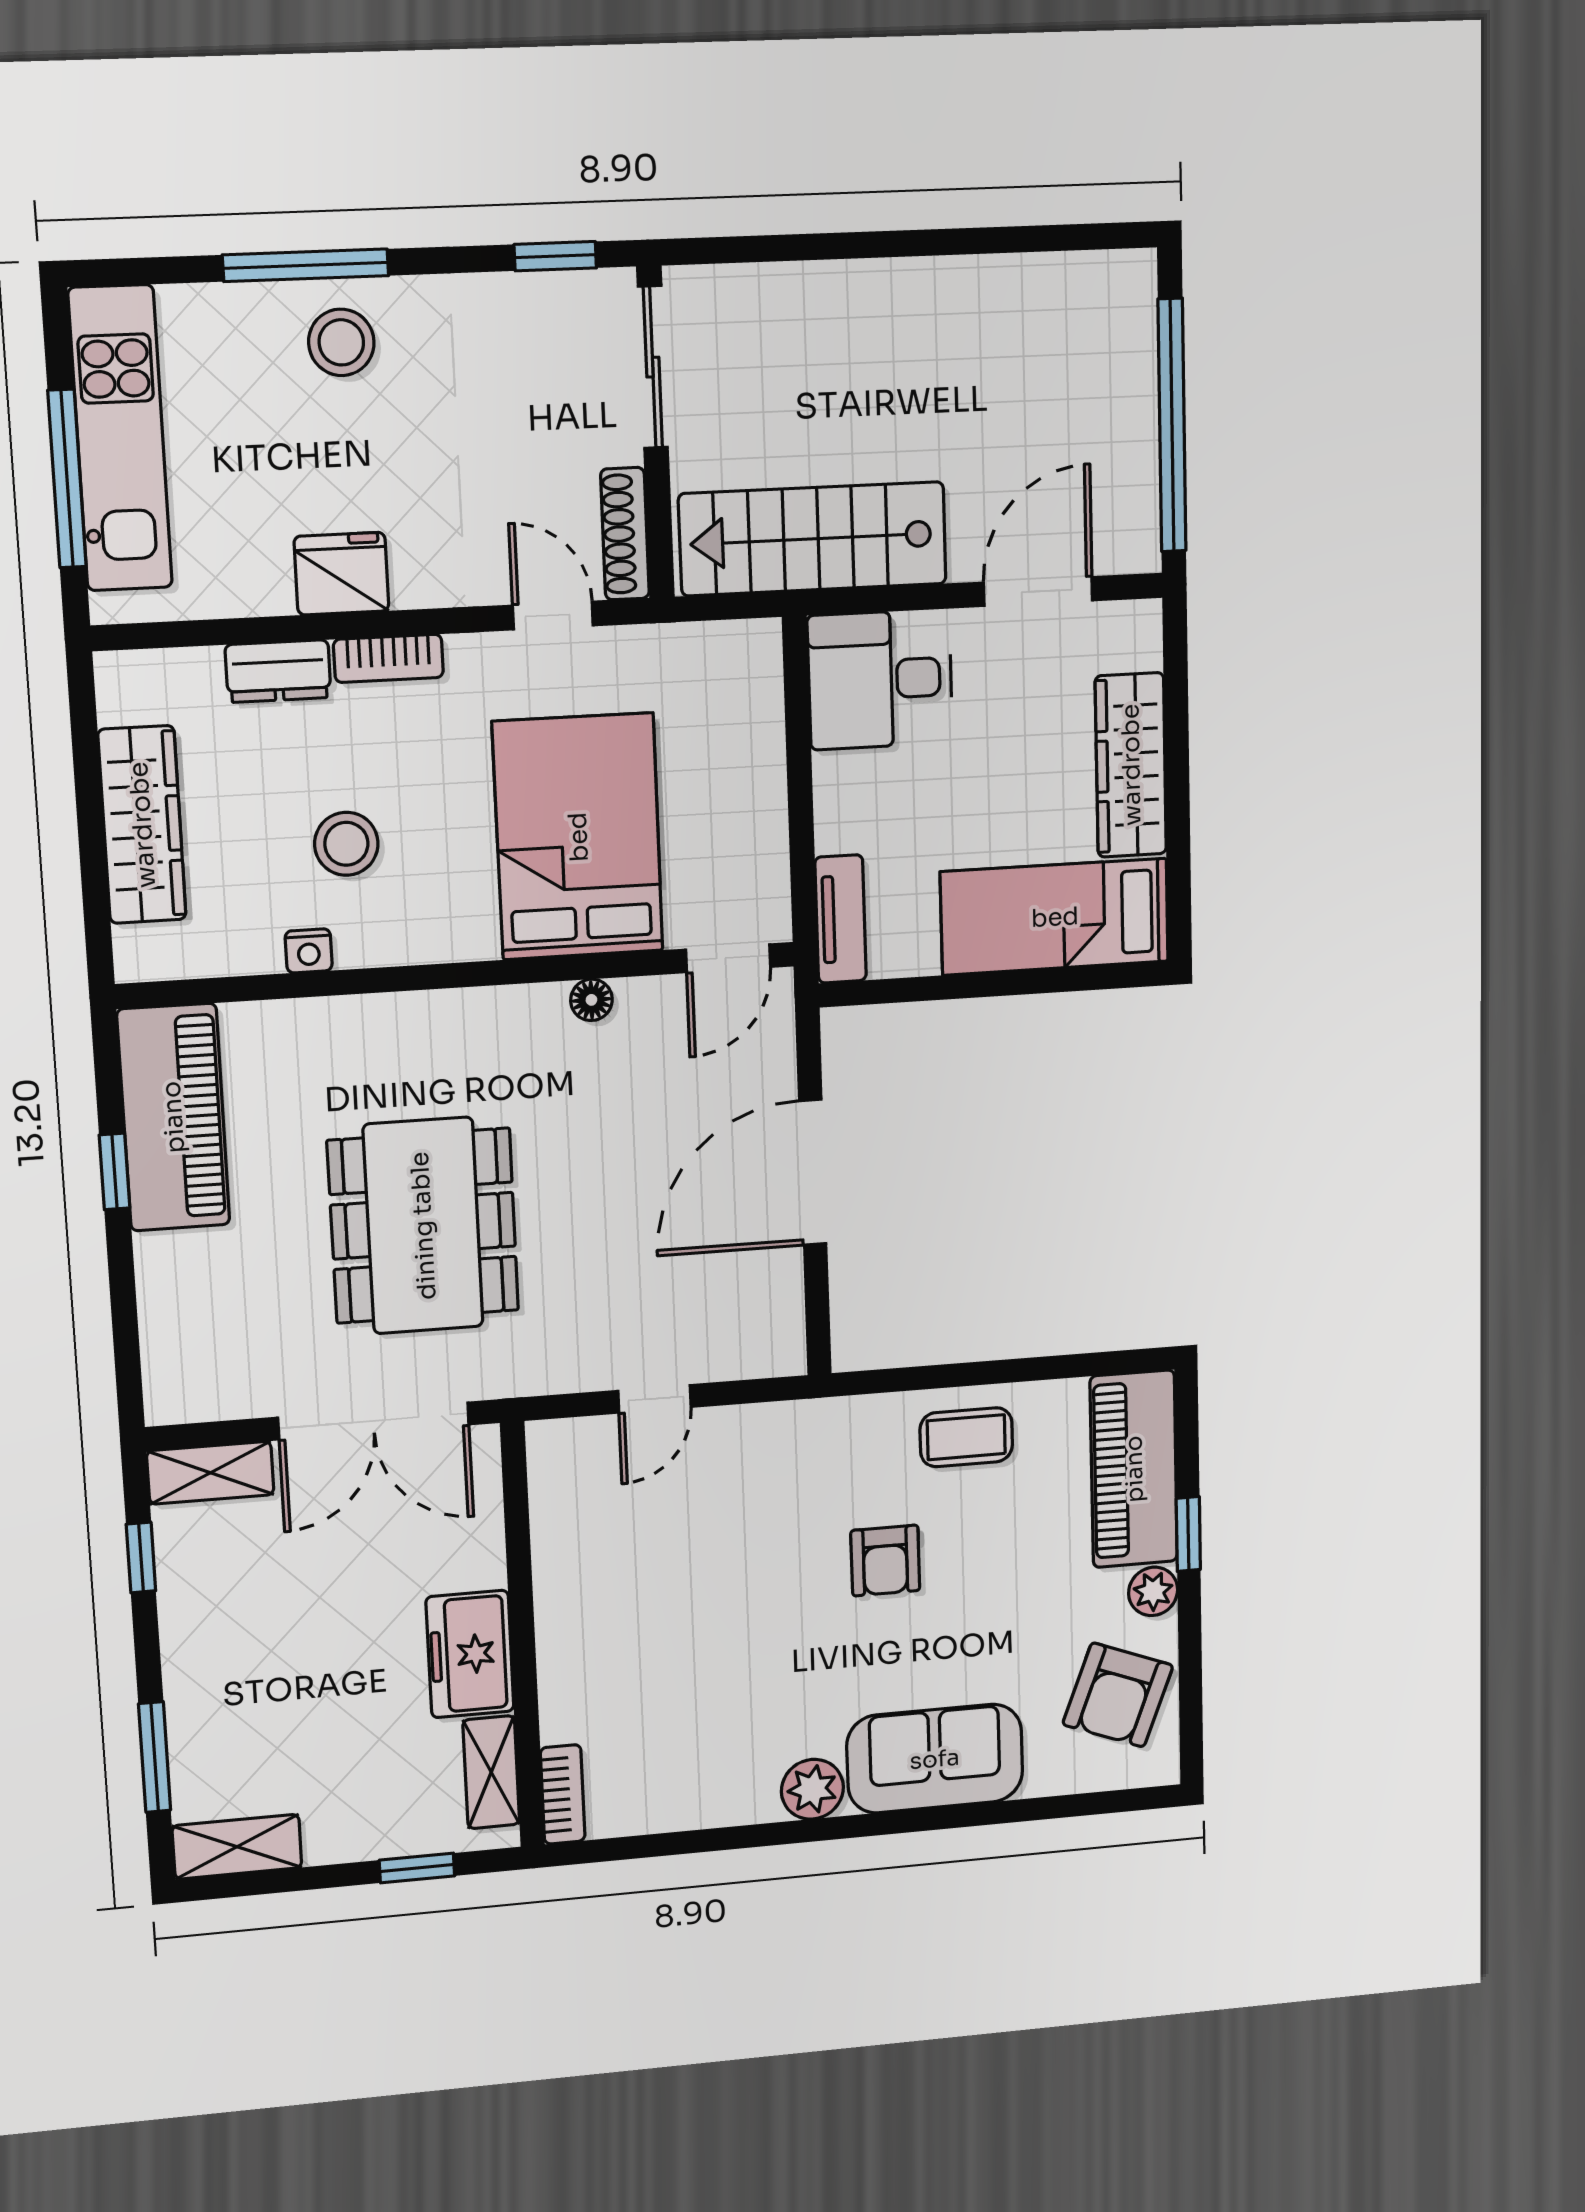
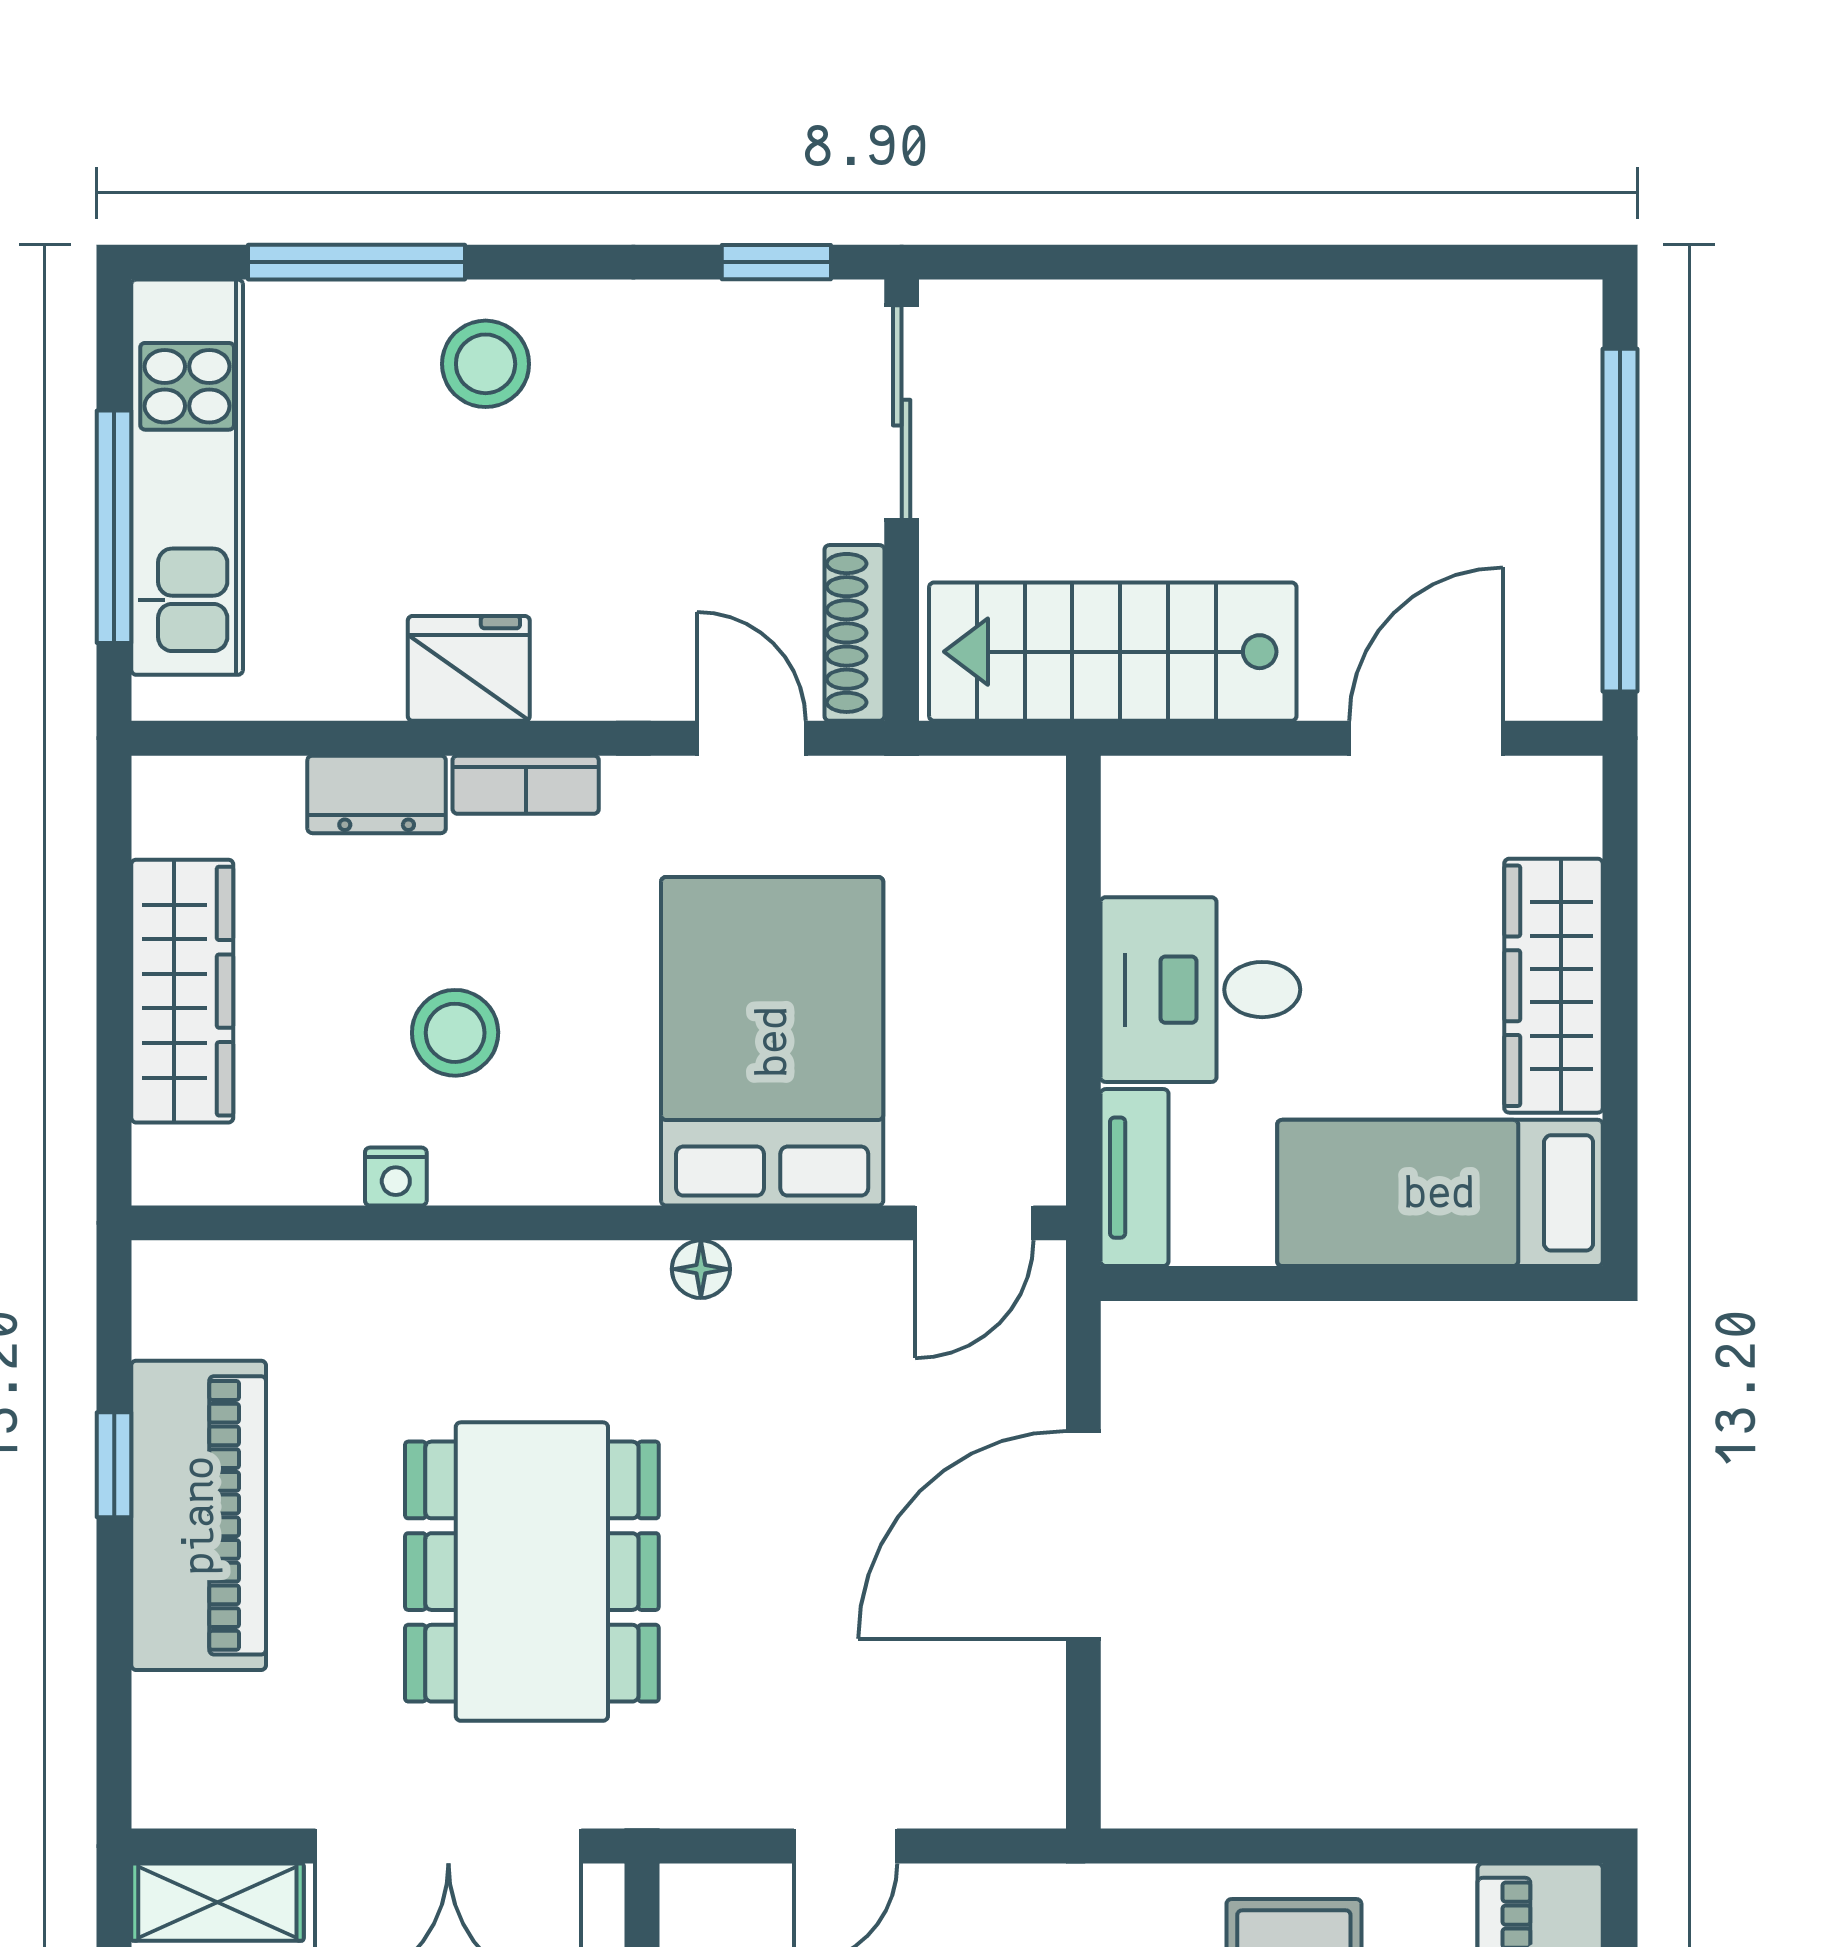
window: (306, 265) -> (356, 262), moved
desk: (880, 679) -> (1200, 990), moved
floor lamp: (591, 1000) -> (701, 1269), moved
piano: (173, 1117) -> (199, 1515), moved

